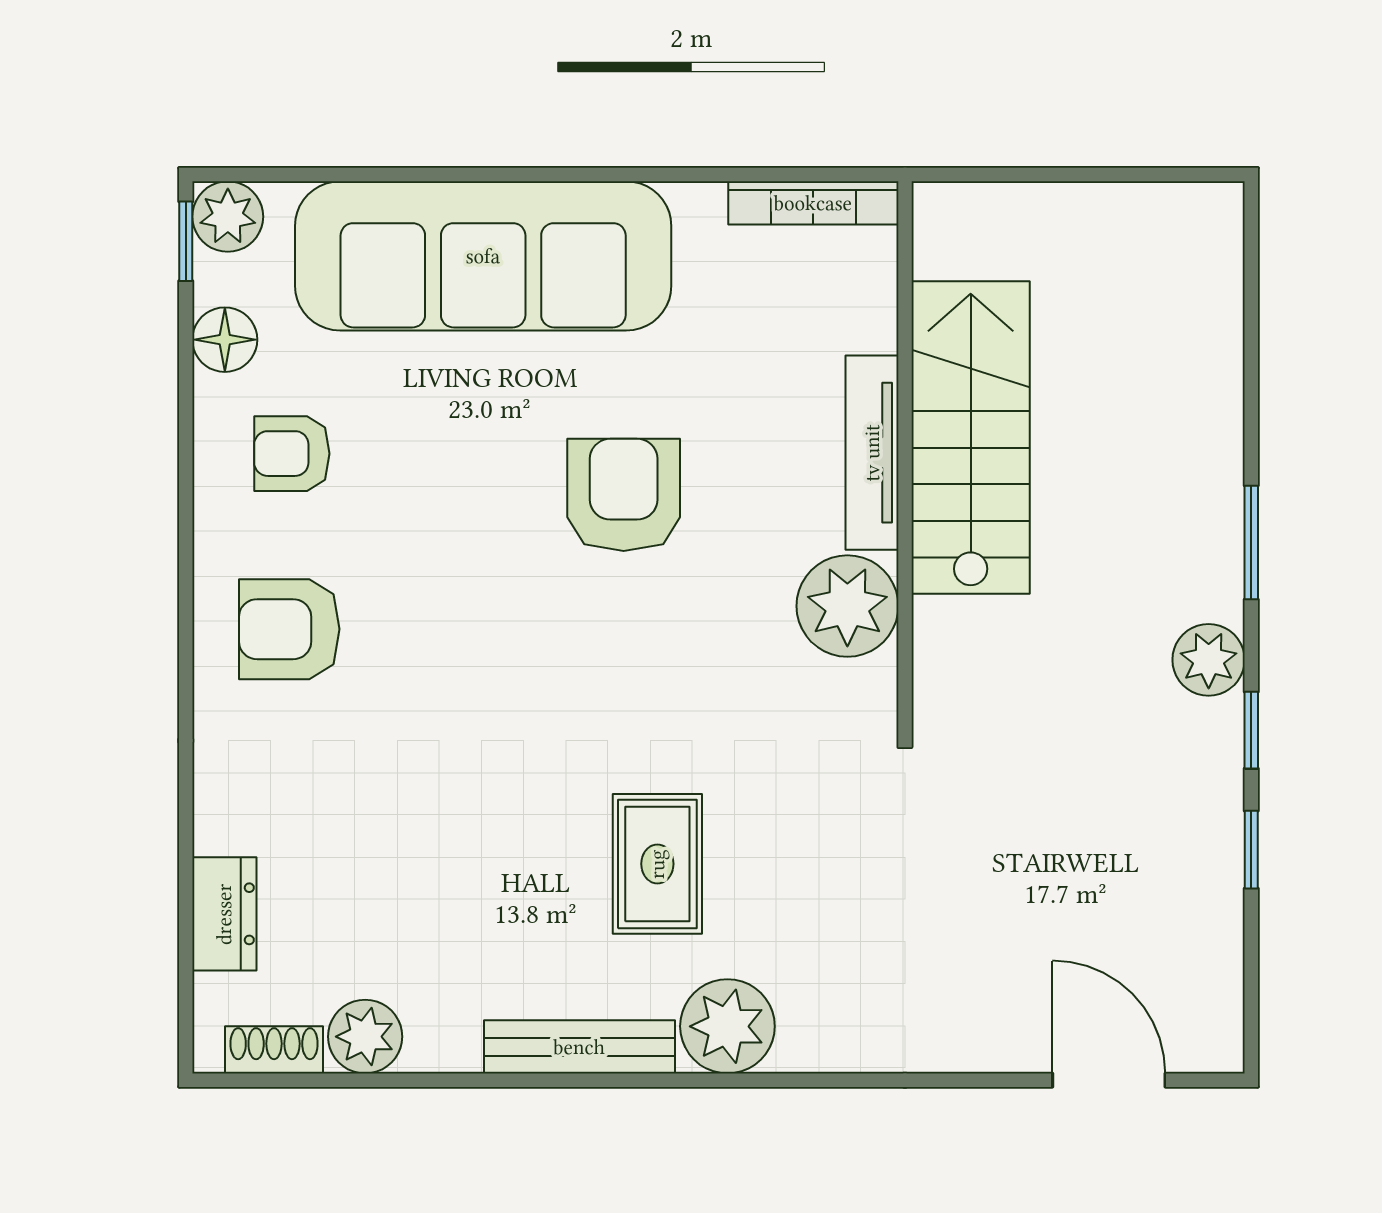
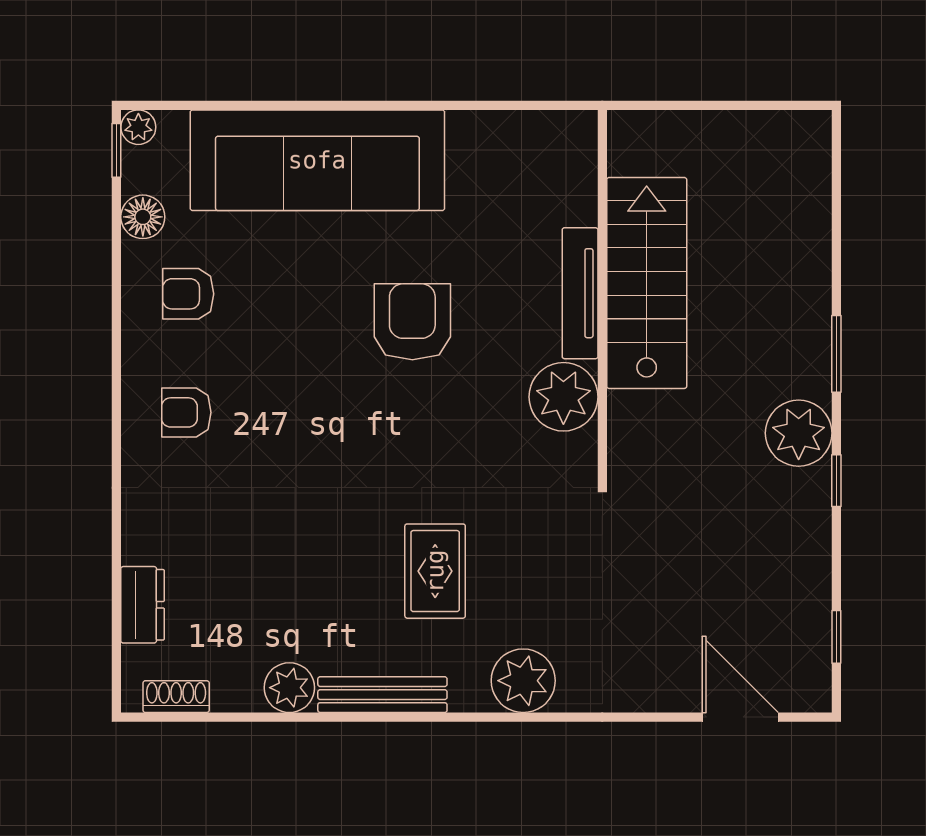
bookcase: (813, 203) -> (540, 125), removed
plant: (228, 217) -> (138, 127), width x0.73, depth x0.73
armchair: (289, 629) -> (186, 412), width x0.72, depth x0.72
plant: (1209, 660) -> (799, 433), width x1.36, depth x1.36
window: (1251, 850) -> (836, 637), moved
plant: (727, 1026) -> (523, 681), moved
plant: (365, 1037) -> (289, 688), moved

